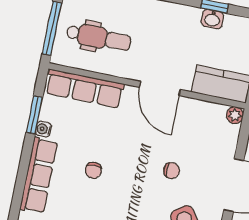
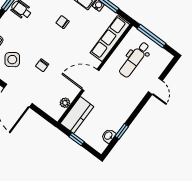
washbasin: (212, 19) -> (108, 136), moved
plant: (235, 115) -> (65, 103), moved

